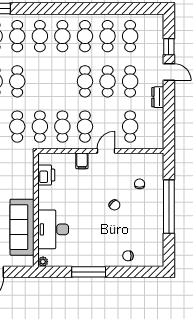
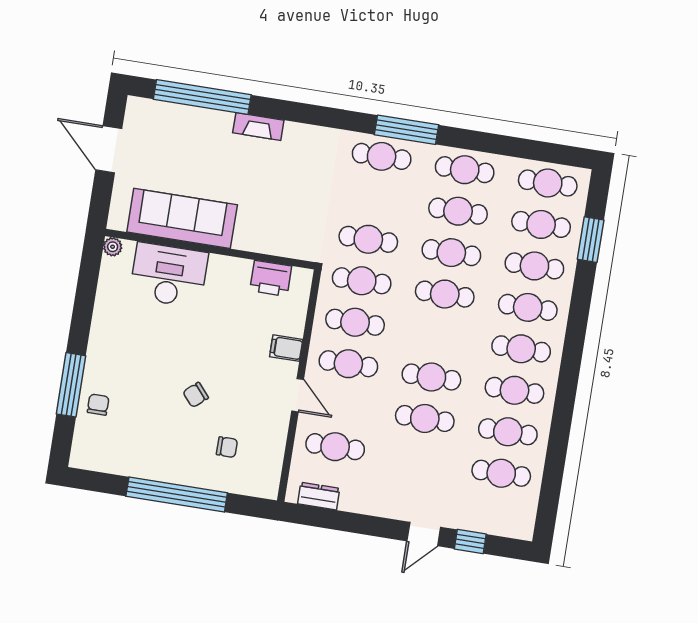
cafe table: (130, 81) -> (445, 294), moved
dresser: (158, 97) -> (319, 496), moved
window: (89, 272) -> (71, 385), moved

